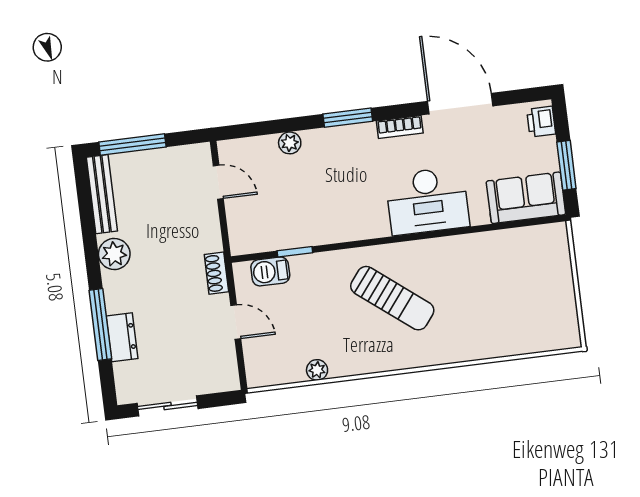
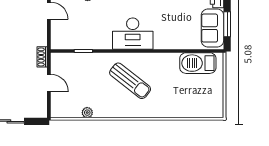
sofa: (526, 198) -> (212, 28), moved, turned -90
desk: (427, 201) -> (133, 34), moved
barbecue: (270, 271) -> (198, 63), moved, width x1.88, depth x1.53

